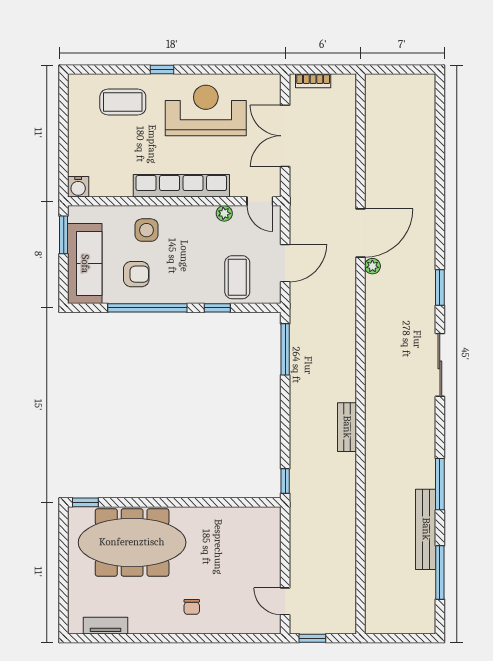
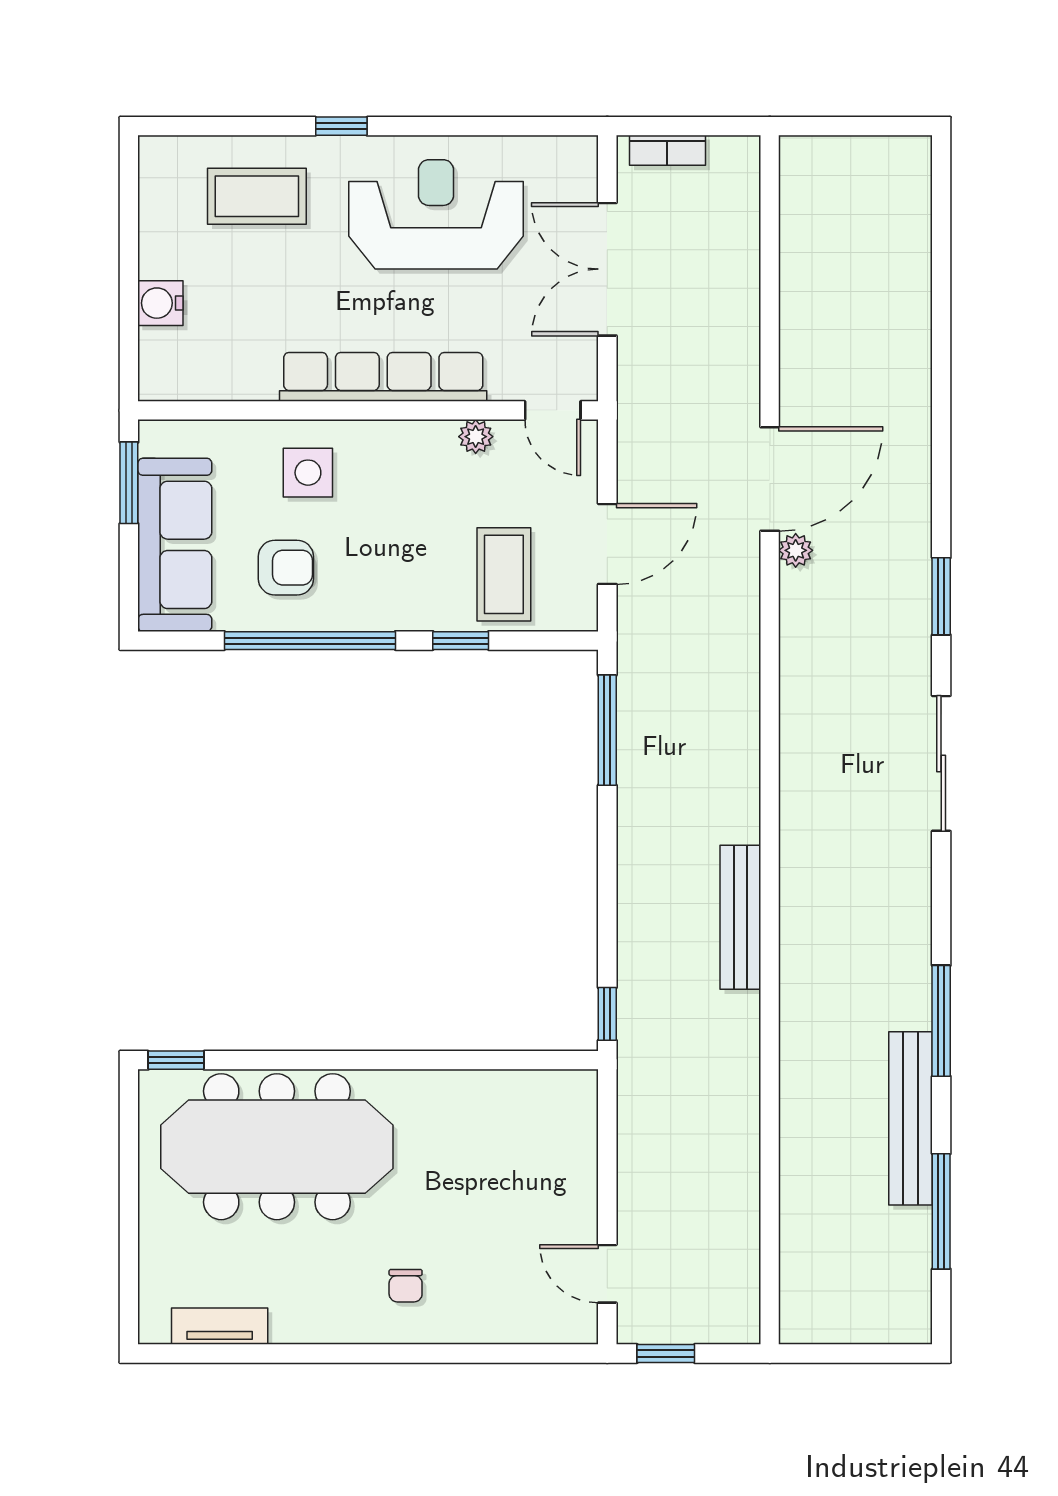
water cooler: (78, 187) -> (160, 303), moved, turned 90
bench: (347, 427) -> (740, 917), width x1.36

